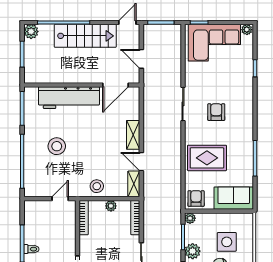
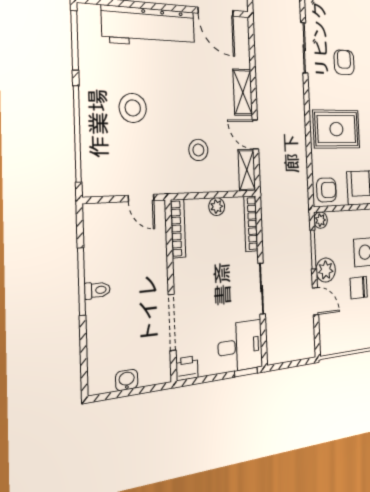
door: (115, 85) -> (216, 12), hinge flipped
stool: (97, 186) -> (198, 150), moved
door: (60, 199) -> (141, 198), swing flipped
armchair: (196, 199) -> (326, 190), turned 90

